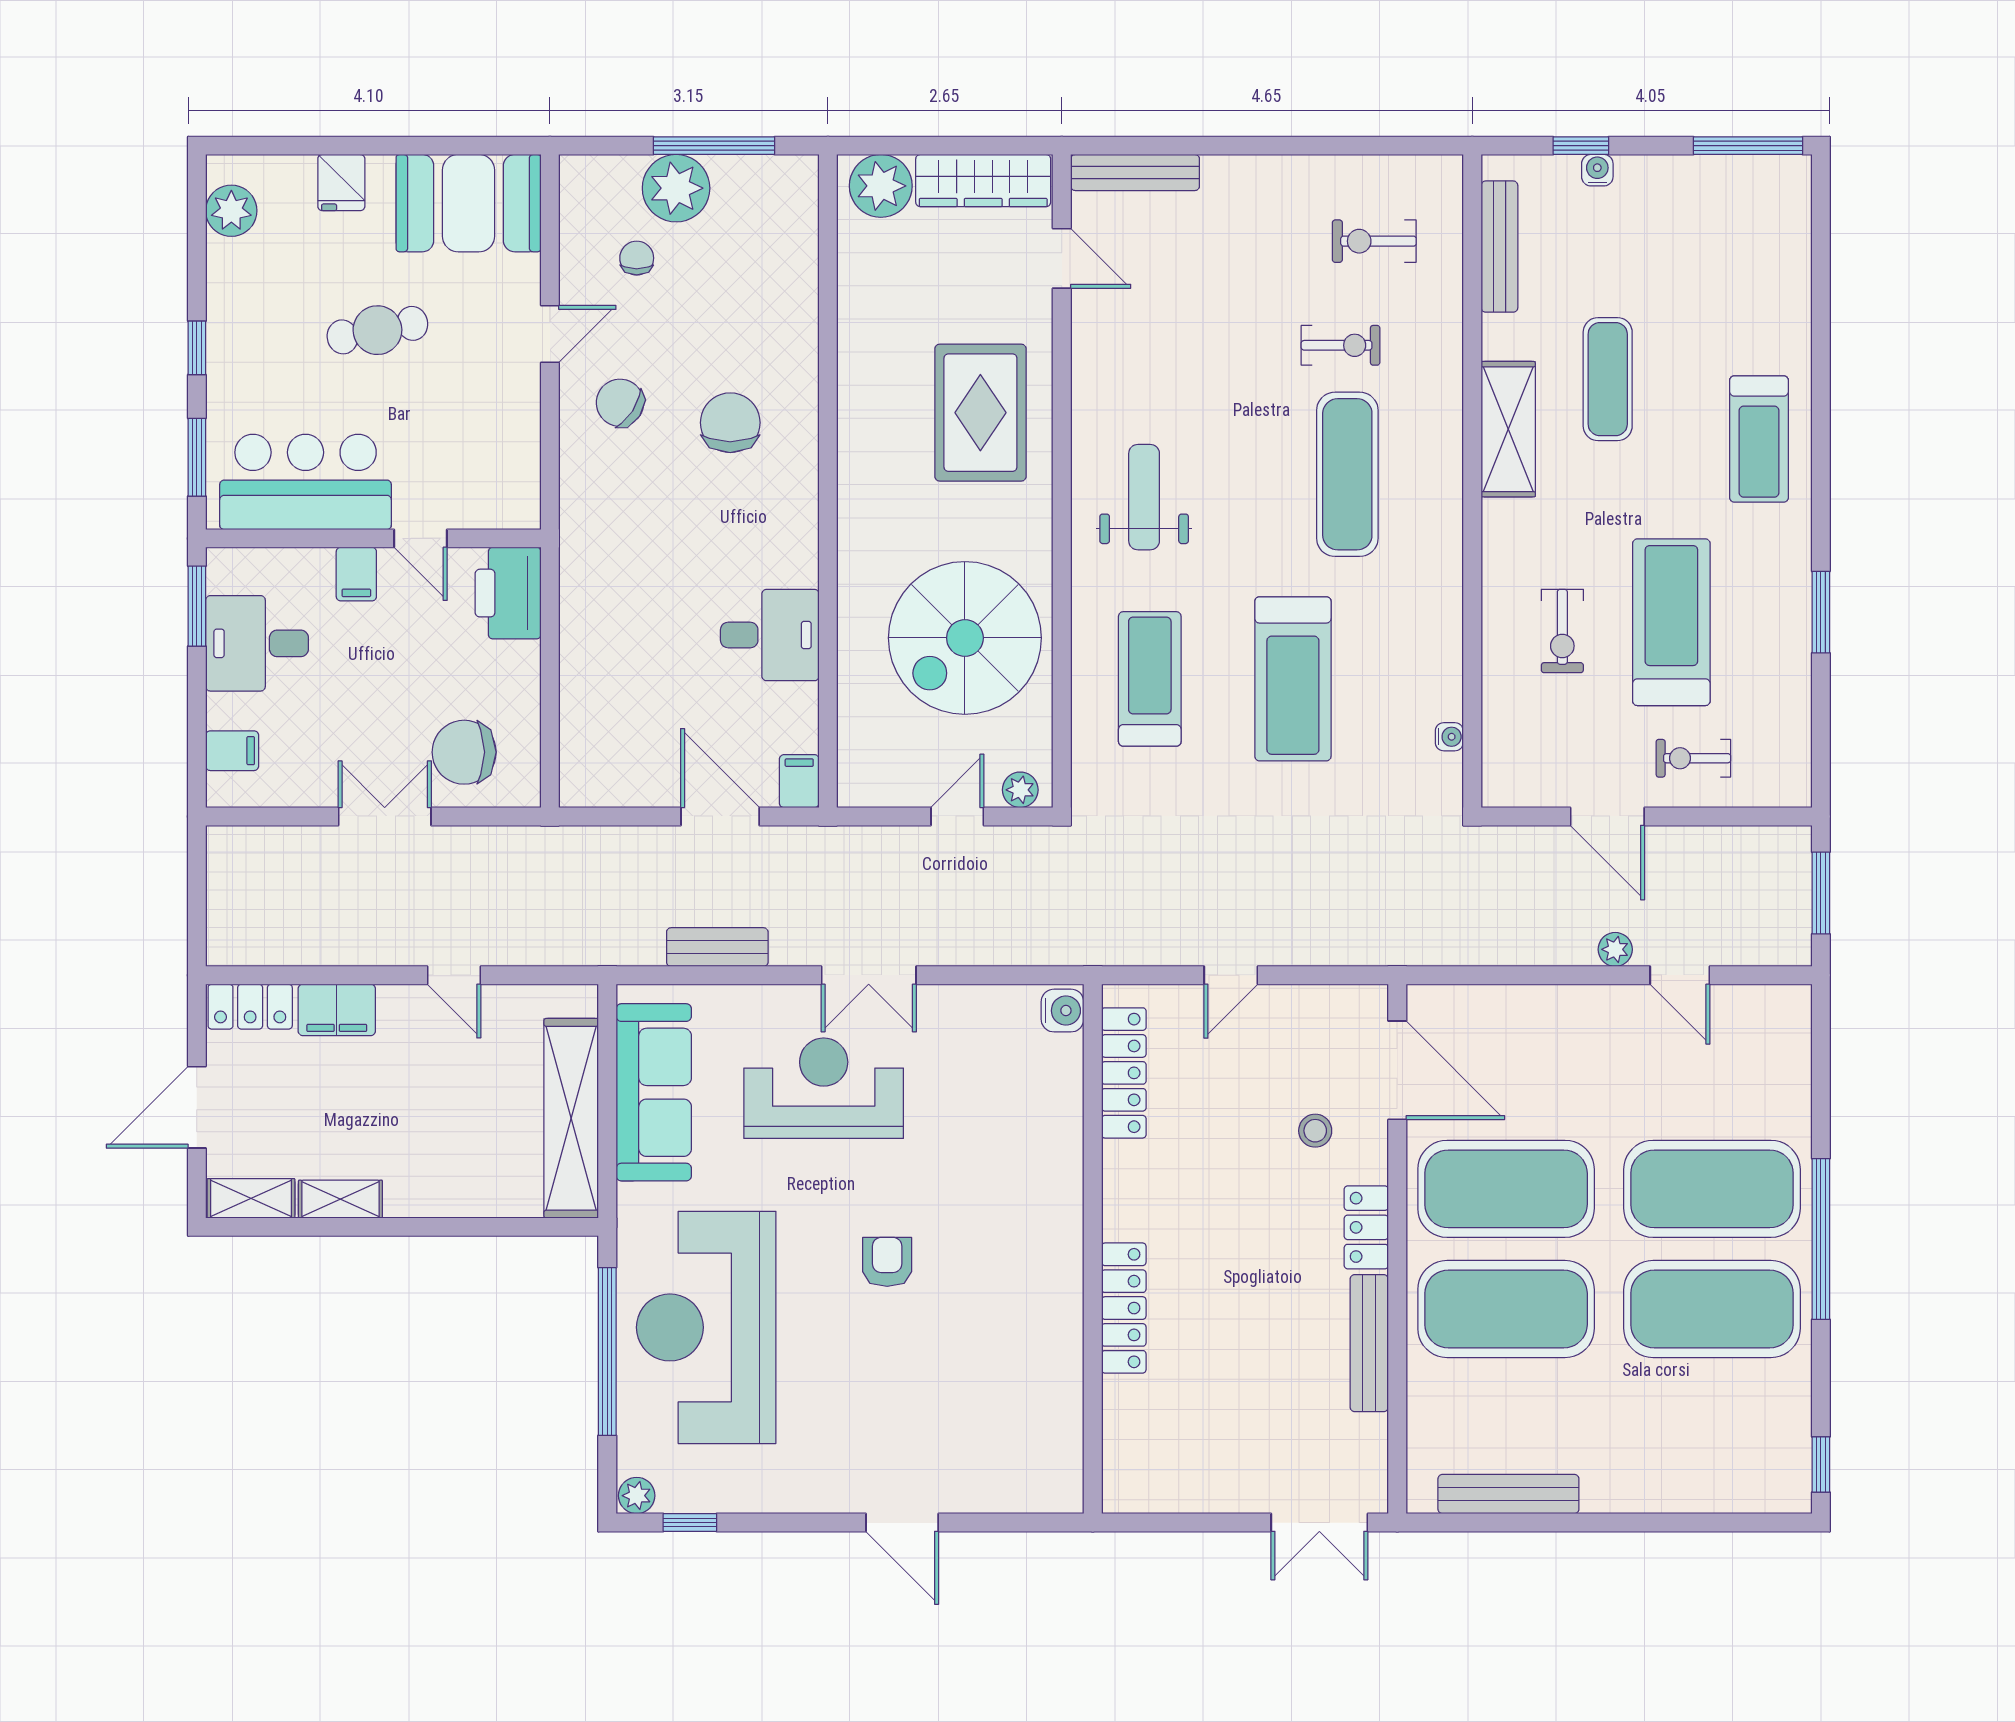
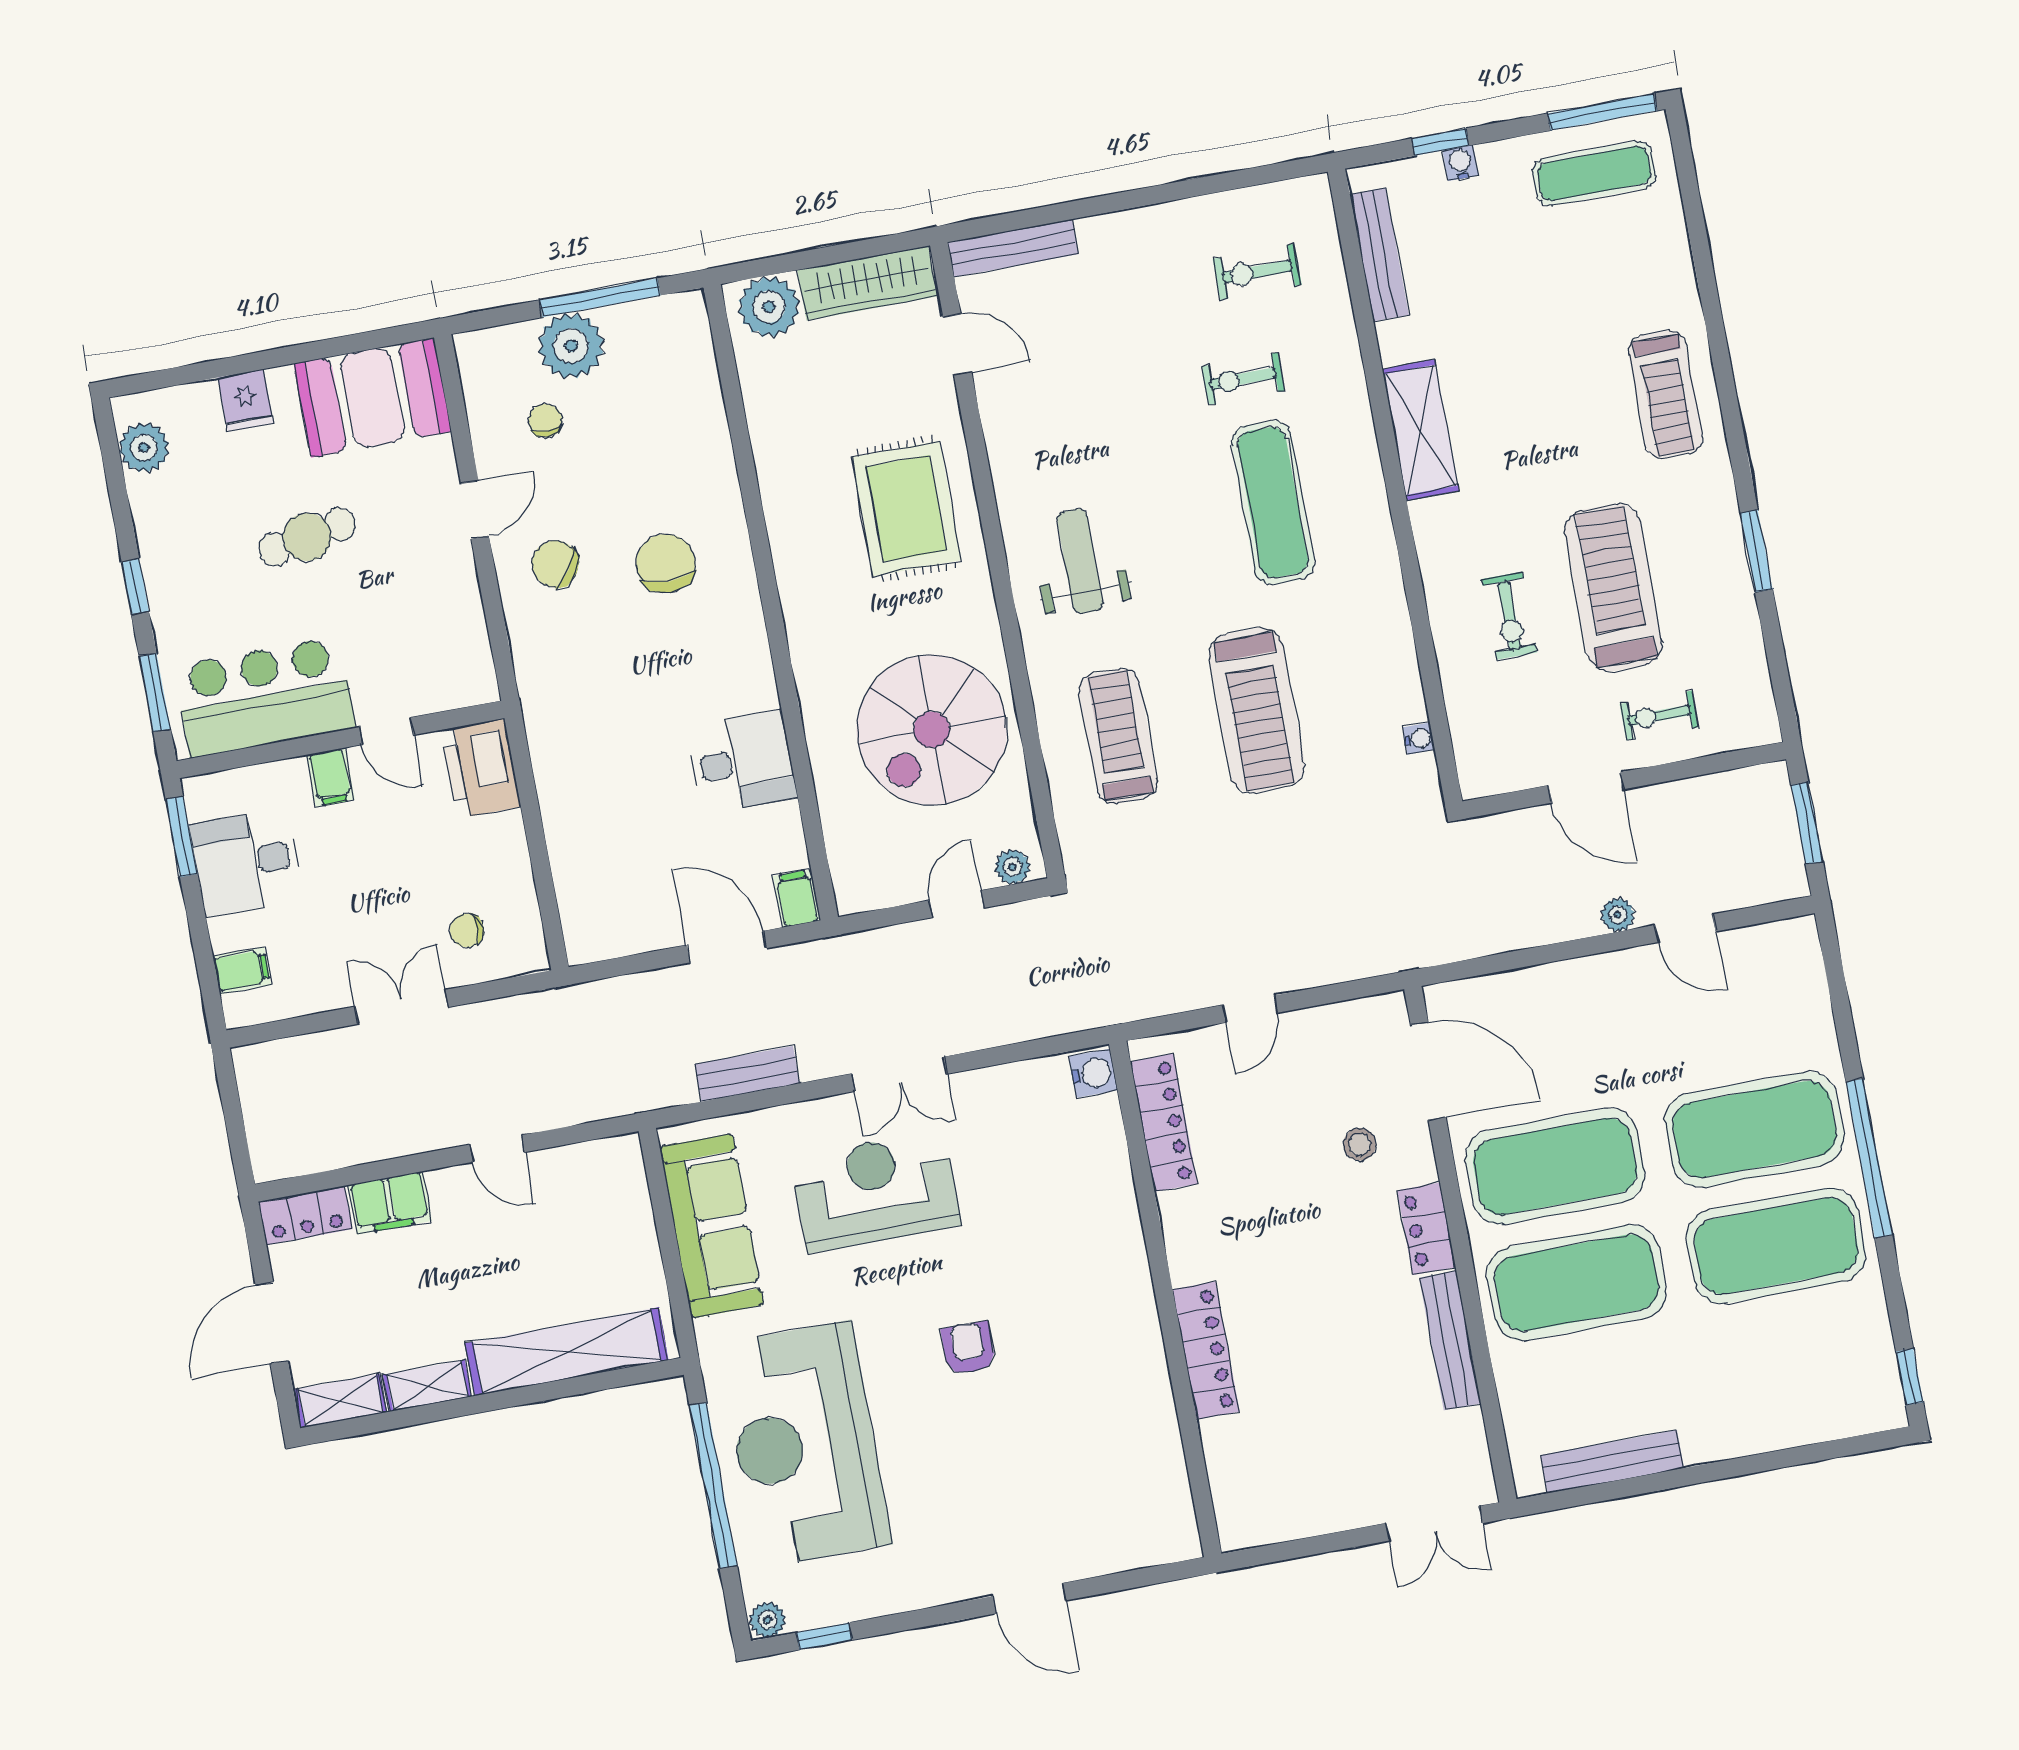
exercise bike: (1340, 345) -> (1243, 379), turned 180
exercise mat: (1608, 379) -> (1594, 173), moved, turned 90
chair: (464, 752) -> (467, 930), width x0.54, depth x0.54
shelving: (571, 1118) -> (567, 1352), moved, turned 90

